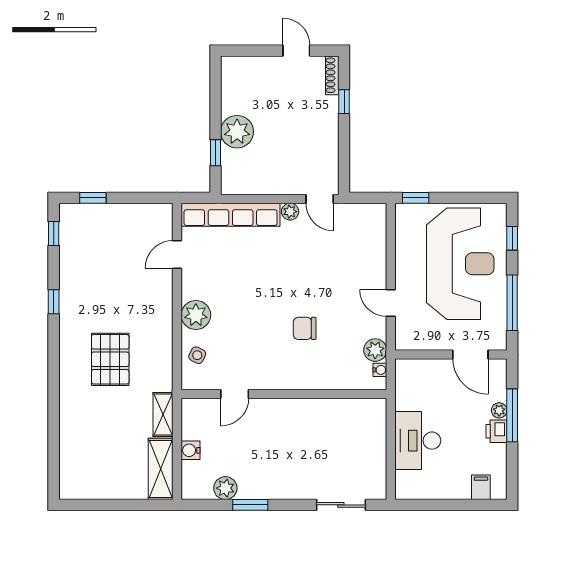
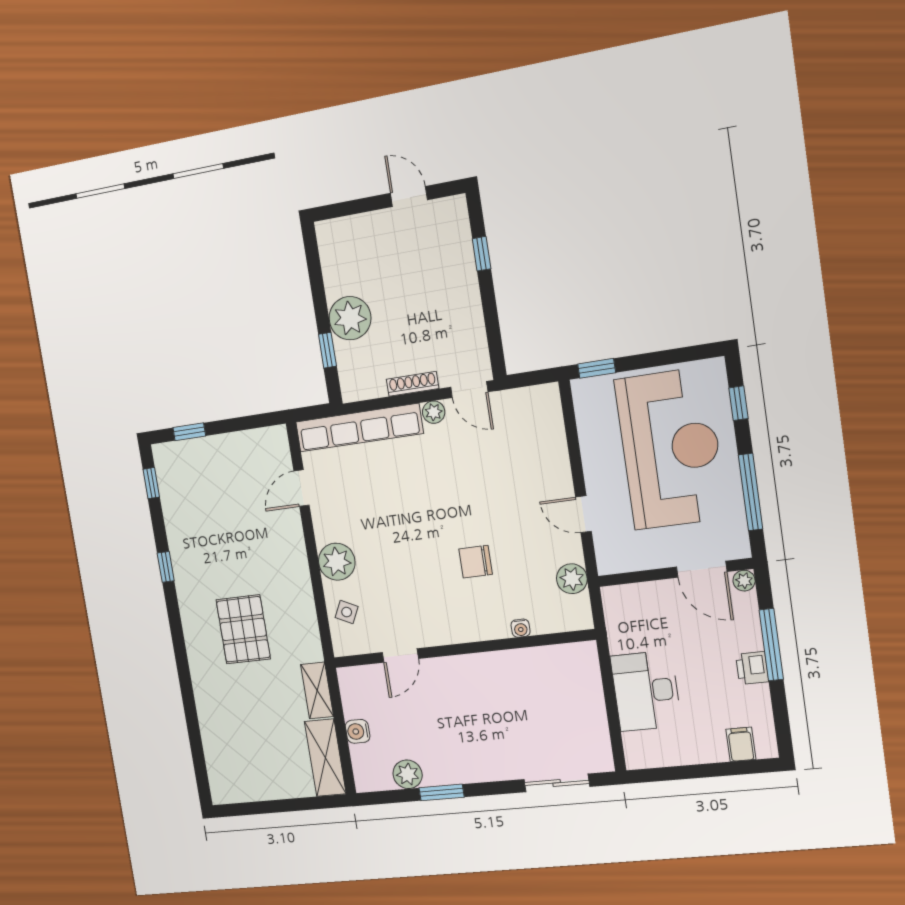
shoe rack: (332, 75) -> (413, 384), moved, turned 90
water cooler: (380, 370) -> (521, 628), moved, turned 90
plant: (499, 410) -> (744, 581), moved

